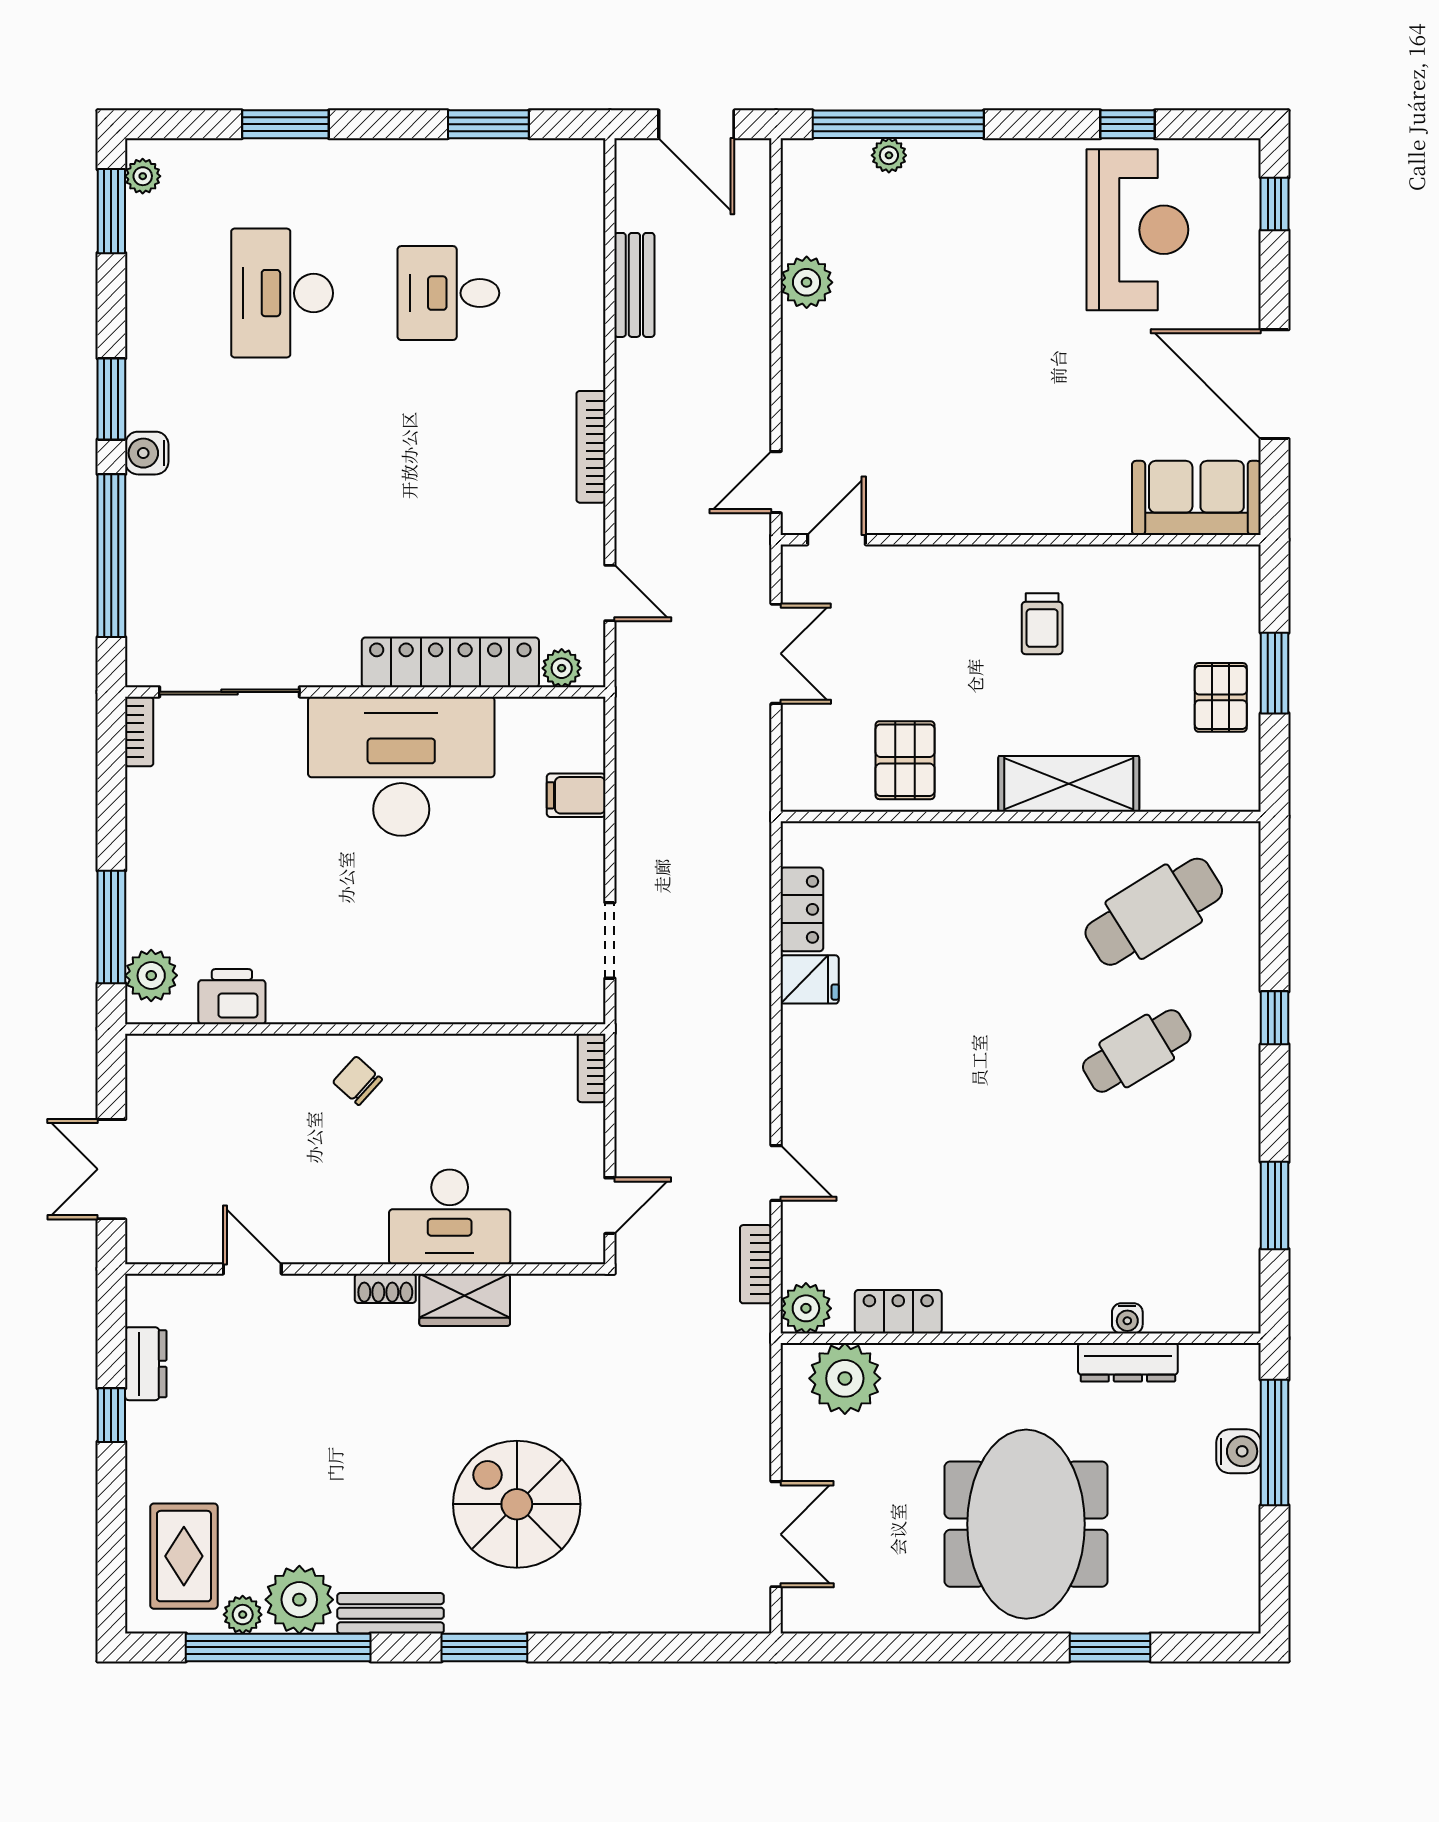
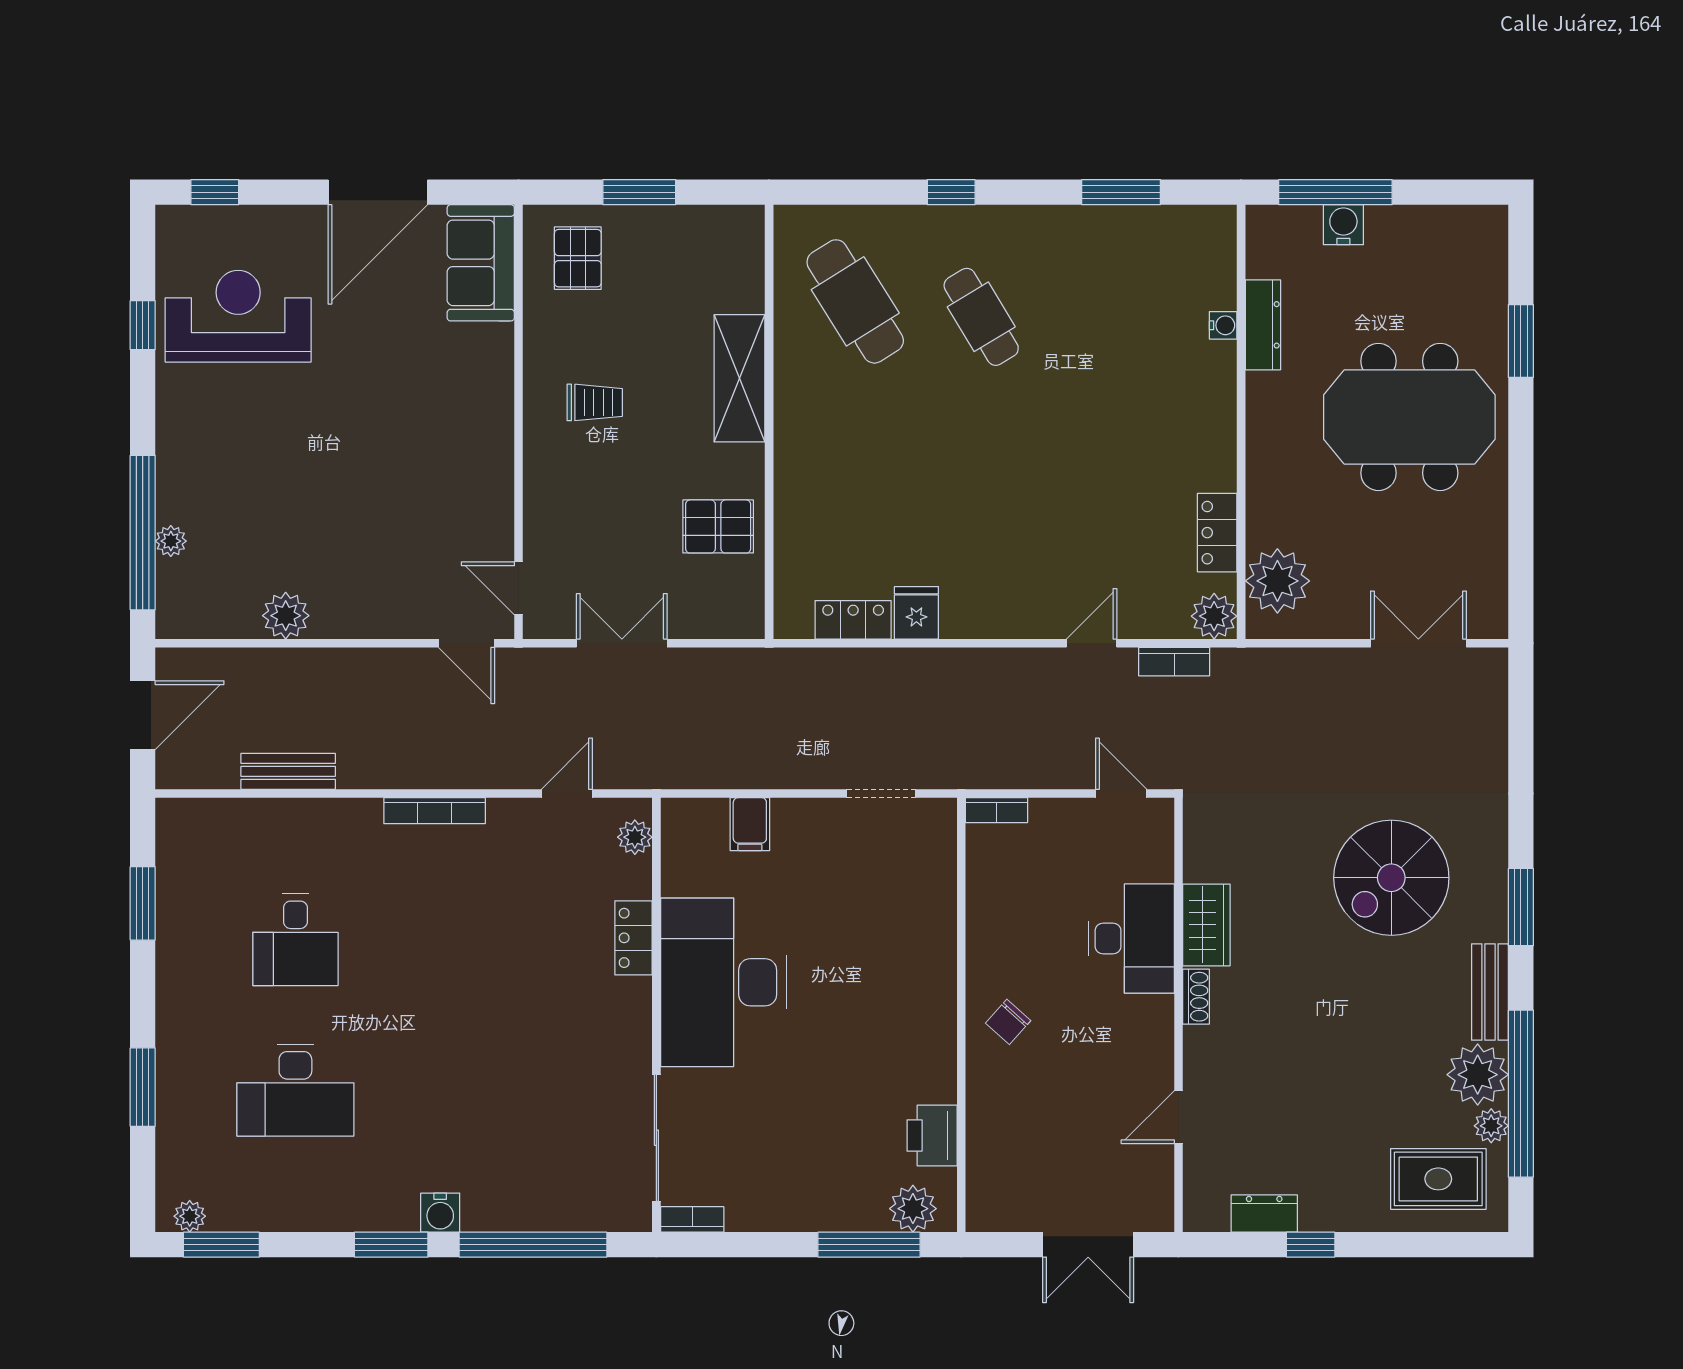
locker: (450, 662) -> (633, 938), width x0.46, depth x0.83
pallet: (1221, 697) -> (578, 258), moved, turned 90

